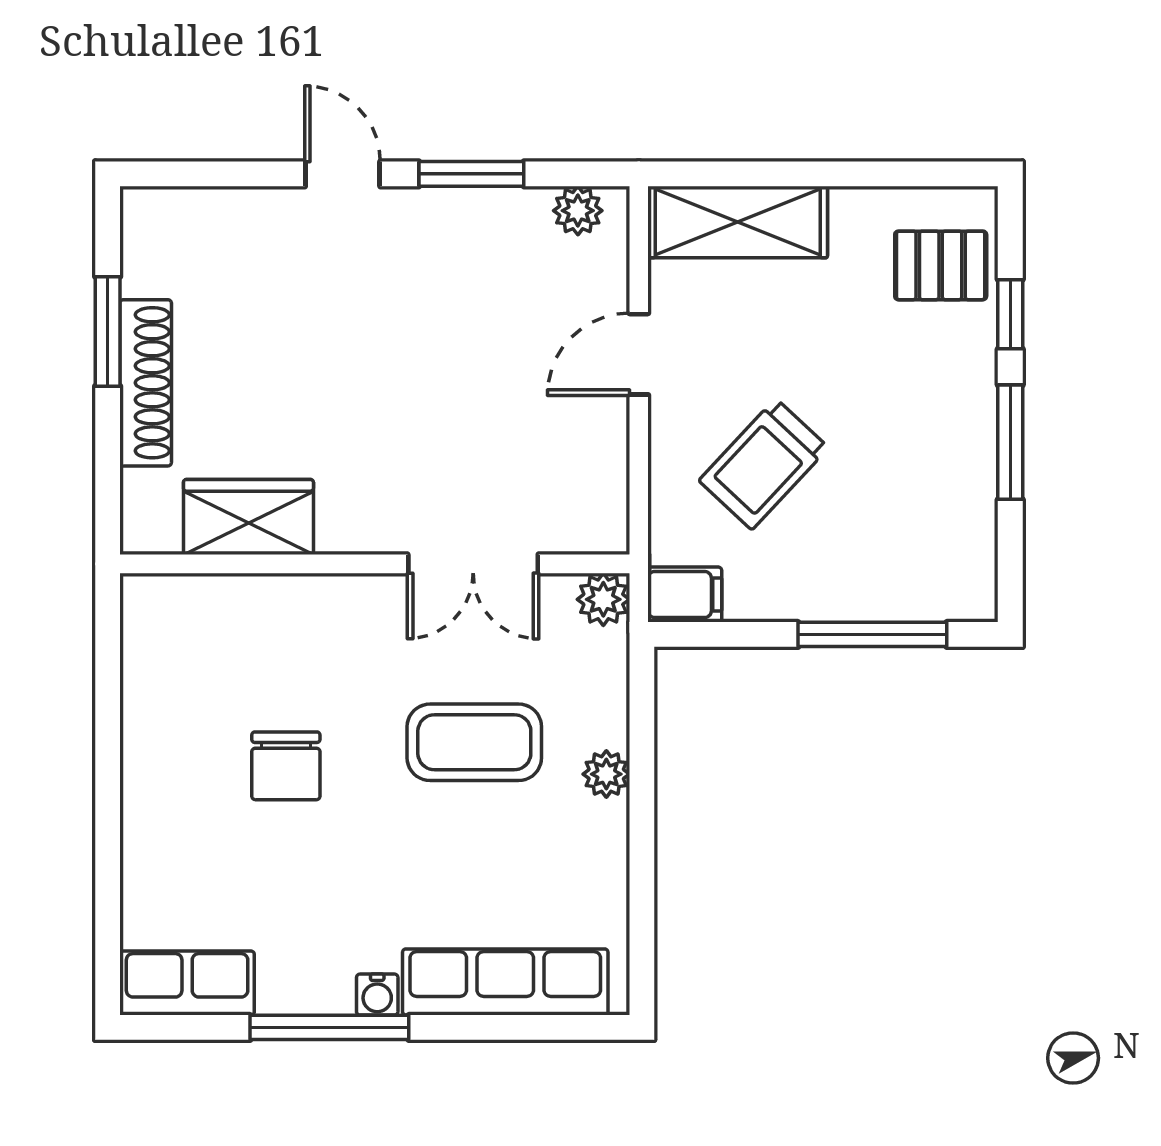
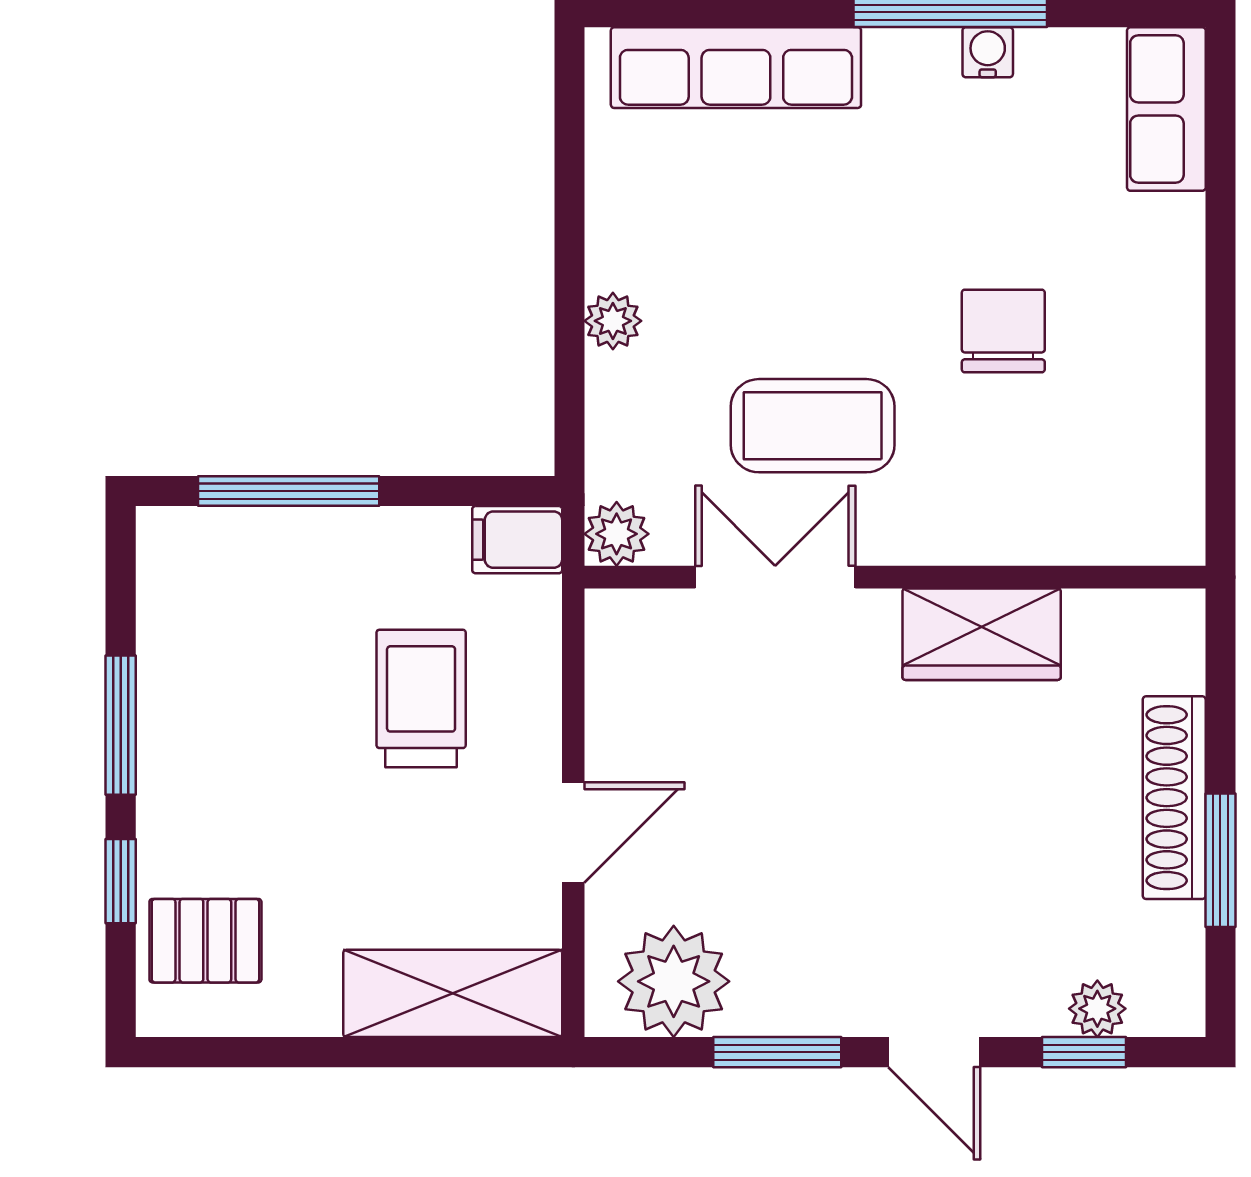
window: (220, 174) -> (1084, 1052), added
plant: (209, 210) -> (1097, 1009), added
plant: (578, 211) -> (674, 981), width x1.88, depth x1.88
trolley: (764, 464) -> (421, 699), turned -43
wardrobe: (248, 517) -> (982, 634), moved
coffee table: (474, 742) -> (813, 426), moved
row of seats: (187, 983) -> (1166, 109), moved, turned 90
water cooler: (377, 995) -> (988, 52), moved

